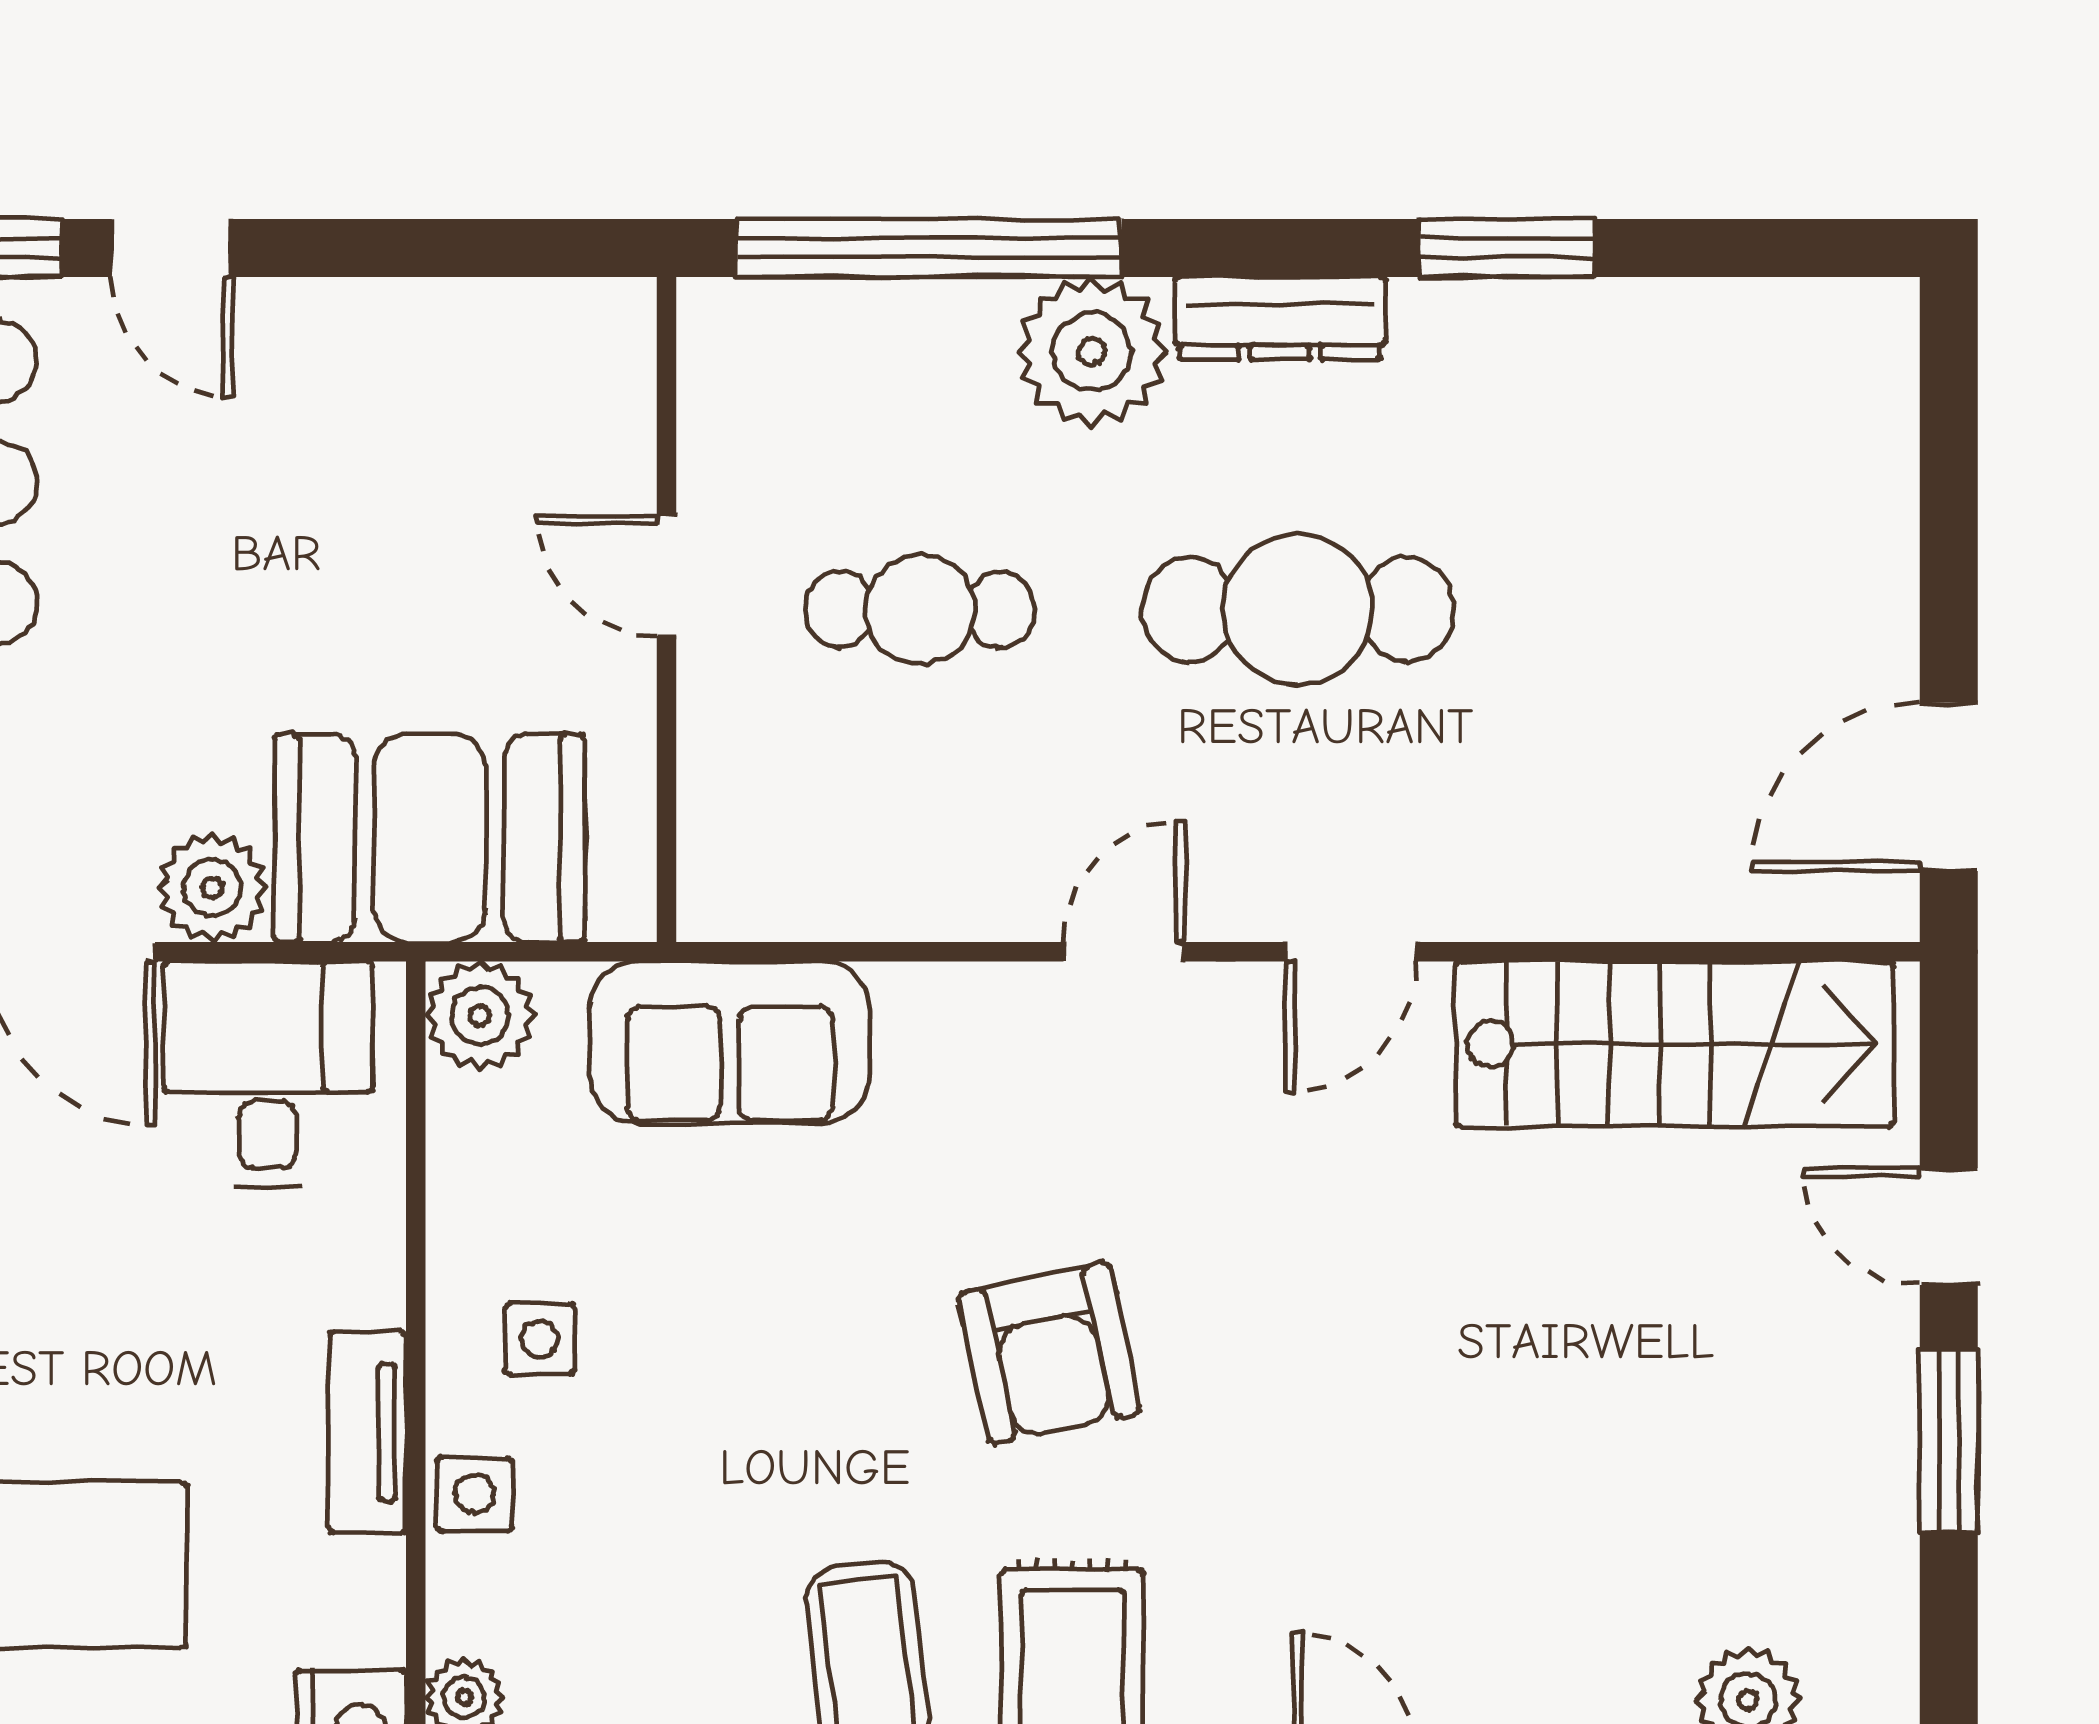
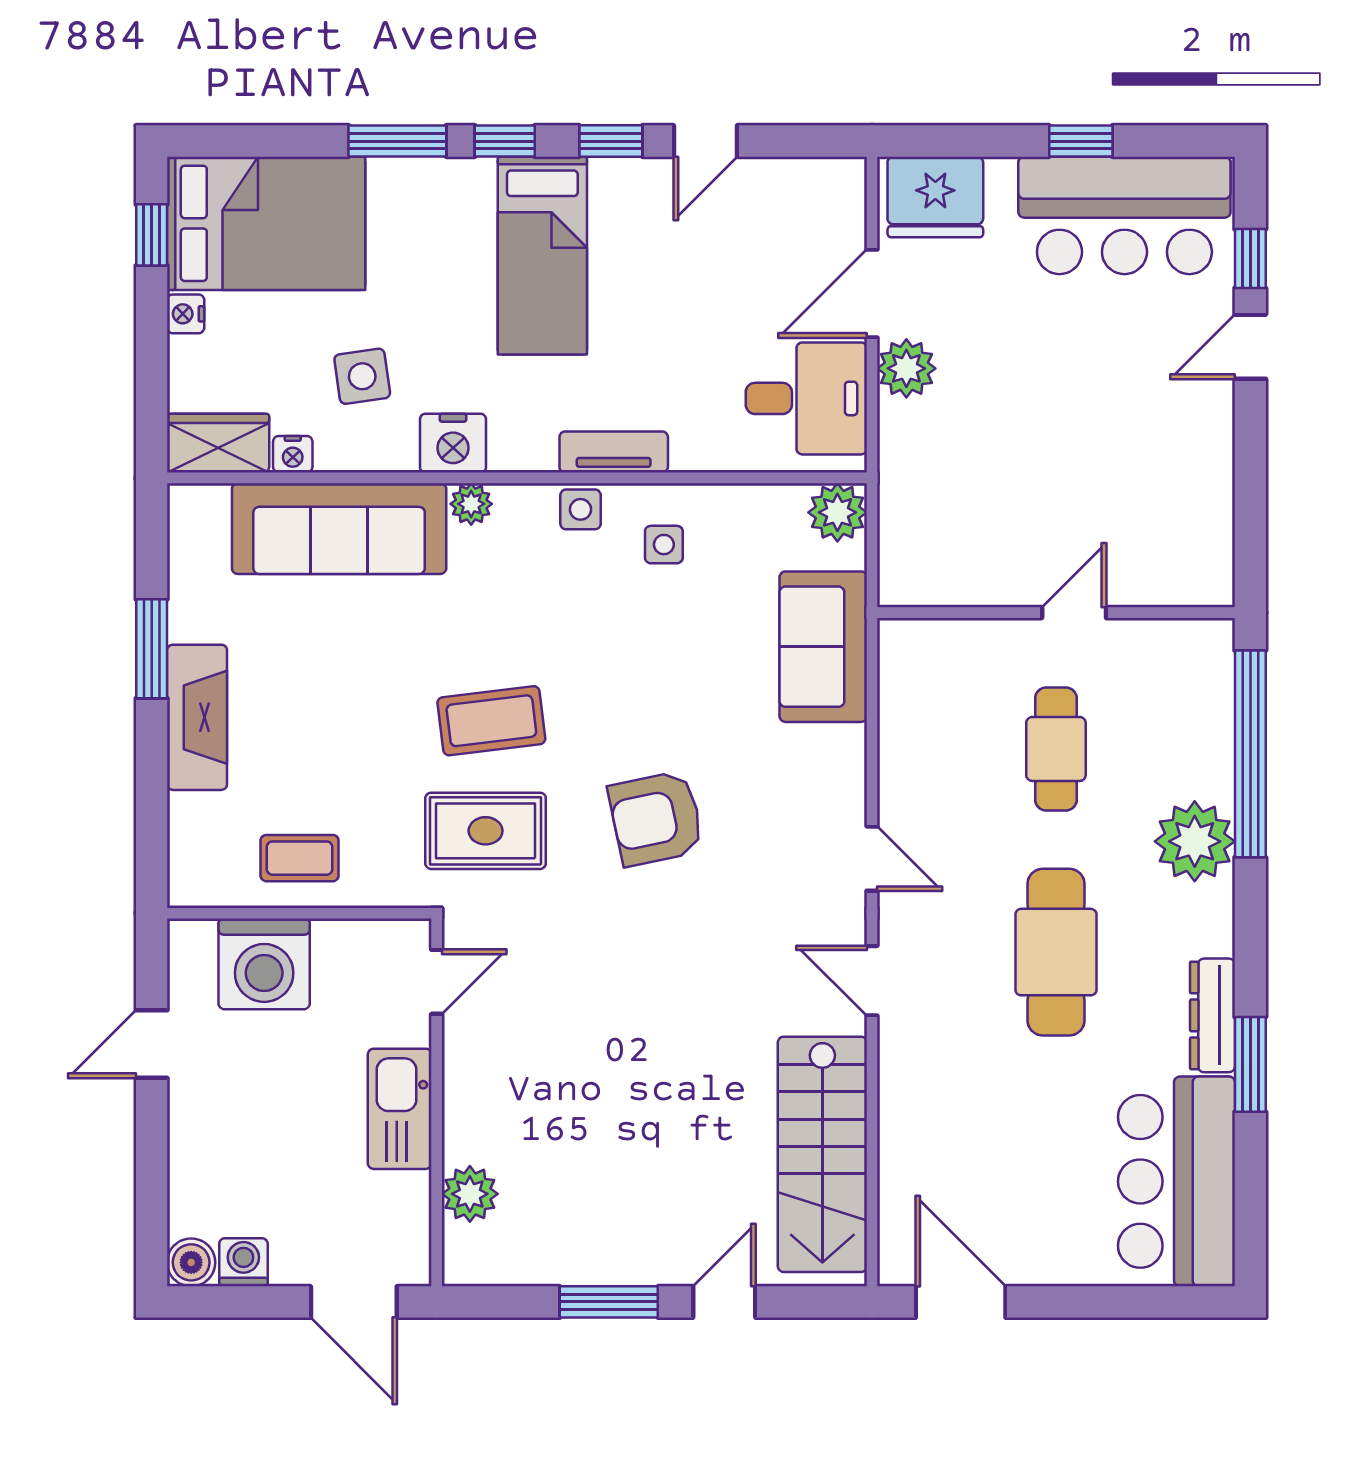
dresser: (1280, 318) -> (1213, 1015), moved
bar counter: (1725, 385) -> (1176, 1181), added
booth: (429, 838) -> (933, 485), removed

